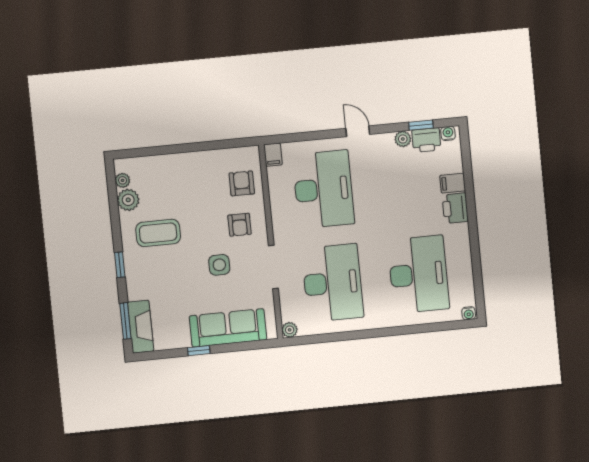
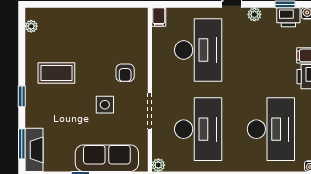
plant: (403, 139) -> (254, 14), moved
armchair: (242, 183) -> (130, 38), removed
plant: (128, 200) -> (34, 43), removed

